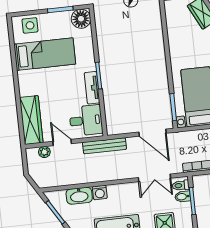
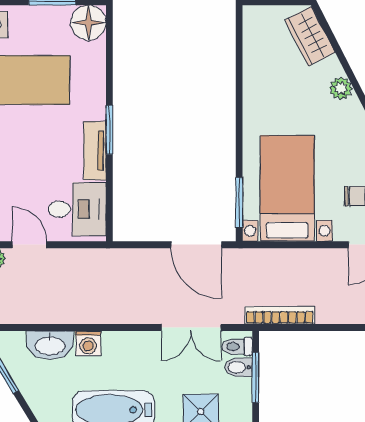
bench: (105, 146) -> (106, 259), removed

